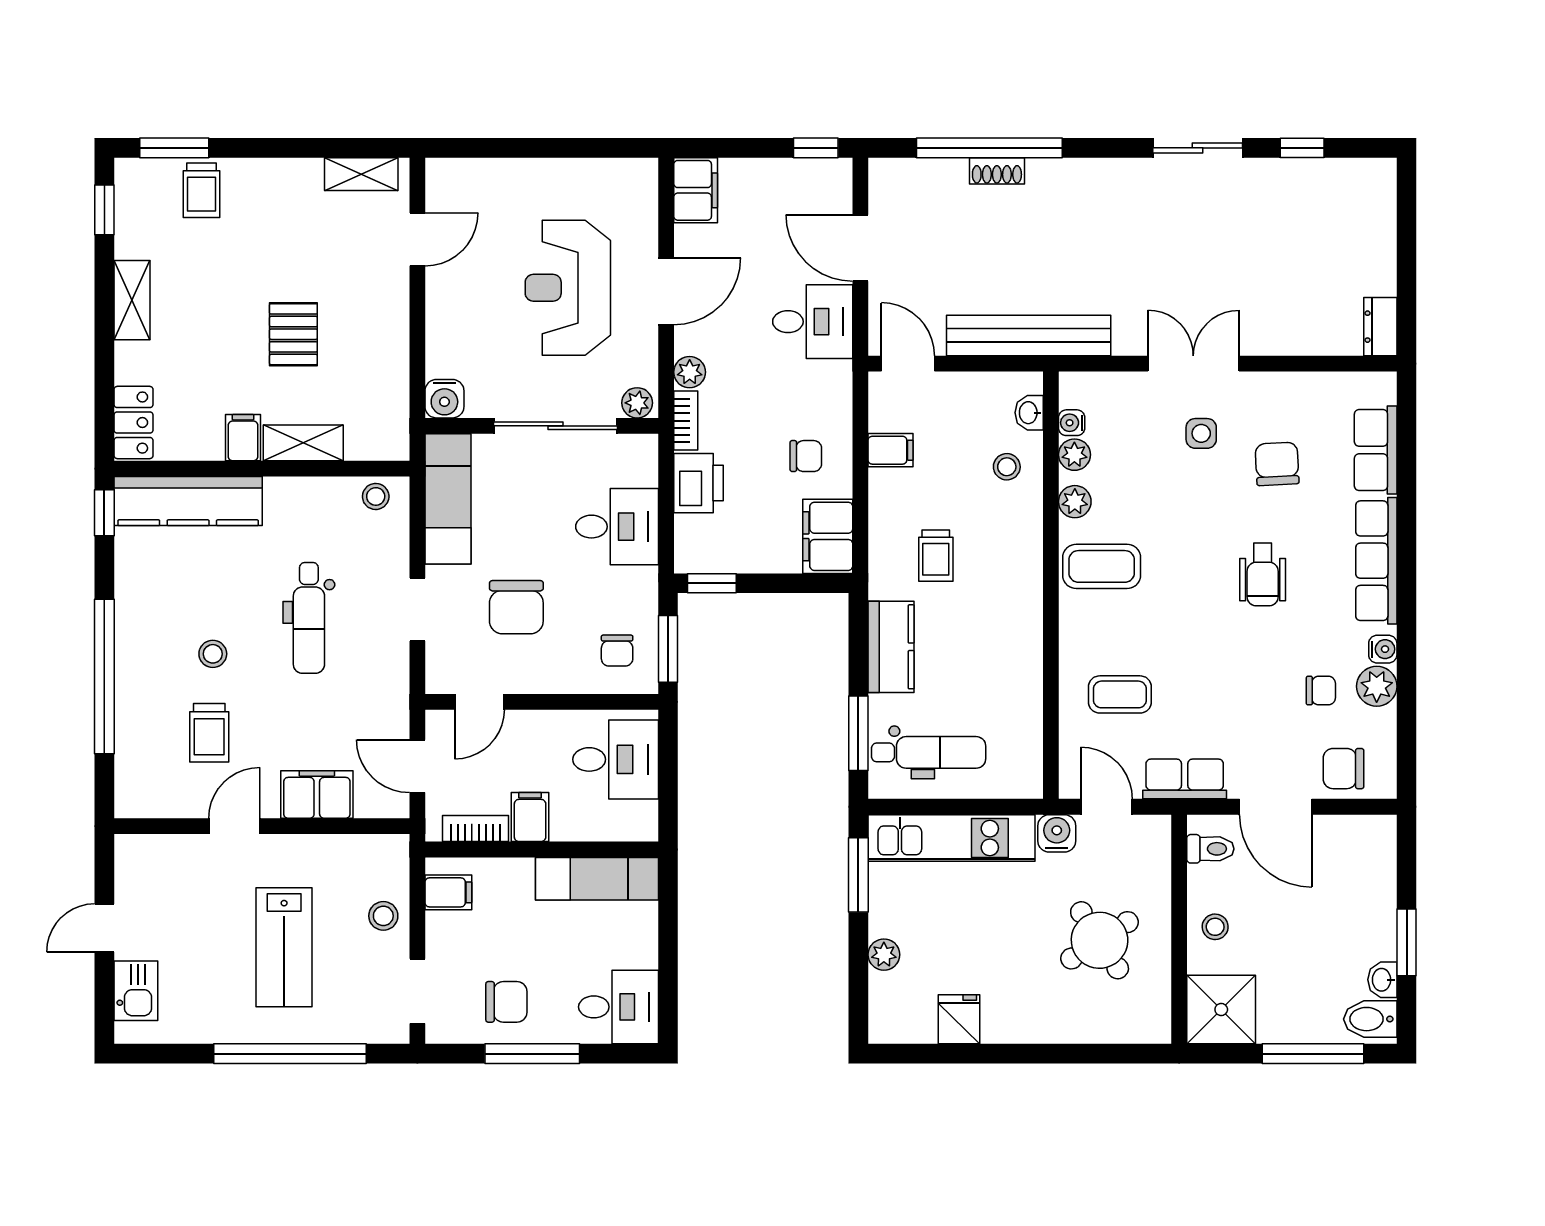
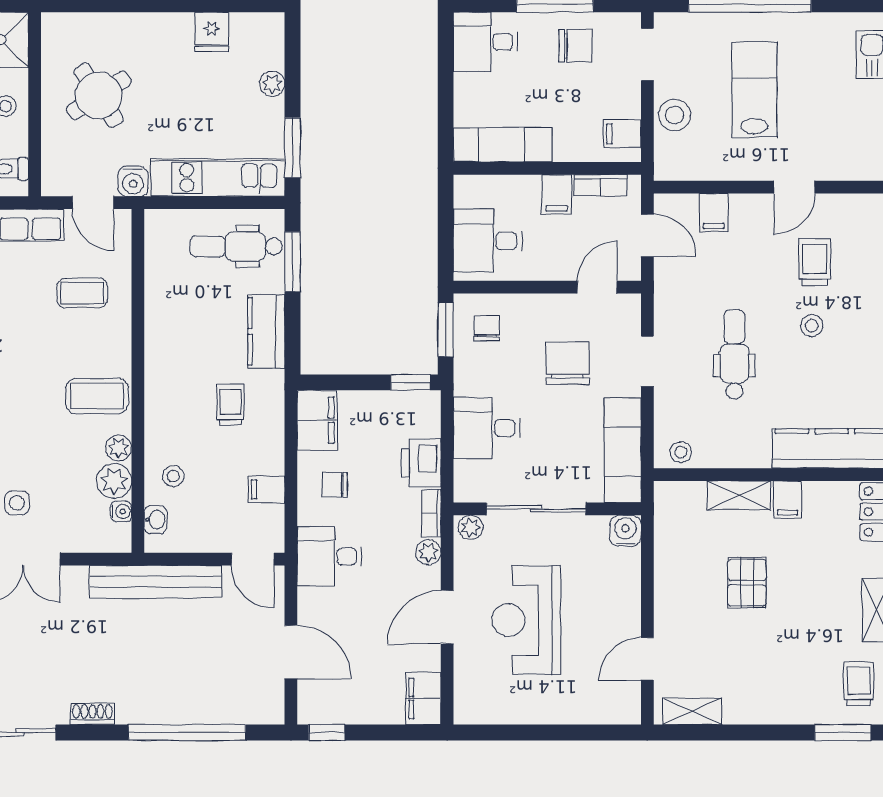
shoe rack: (997, 171) -> (92, 714), moved
trolley: (202, 190) -> (859, 684), moved
reception desk: (568, 288) -> (526, 620), turned 180
desk: (813, 322) -> (329, 556), moved
plant: (1074, 455) -> (114, 481), width x1.38, depth x1.38
filing cabinet: (317, 794) -> (714, 213), width x0.50
stool: (383, 916) -> (675, 115), width x1.37, depth x1.37
chair: (506, 1002) -> (576, 46), turned 180

